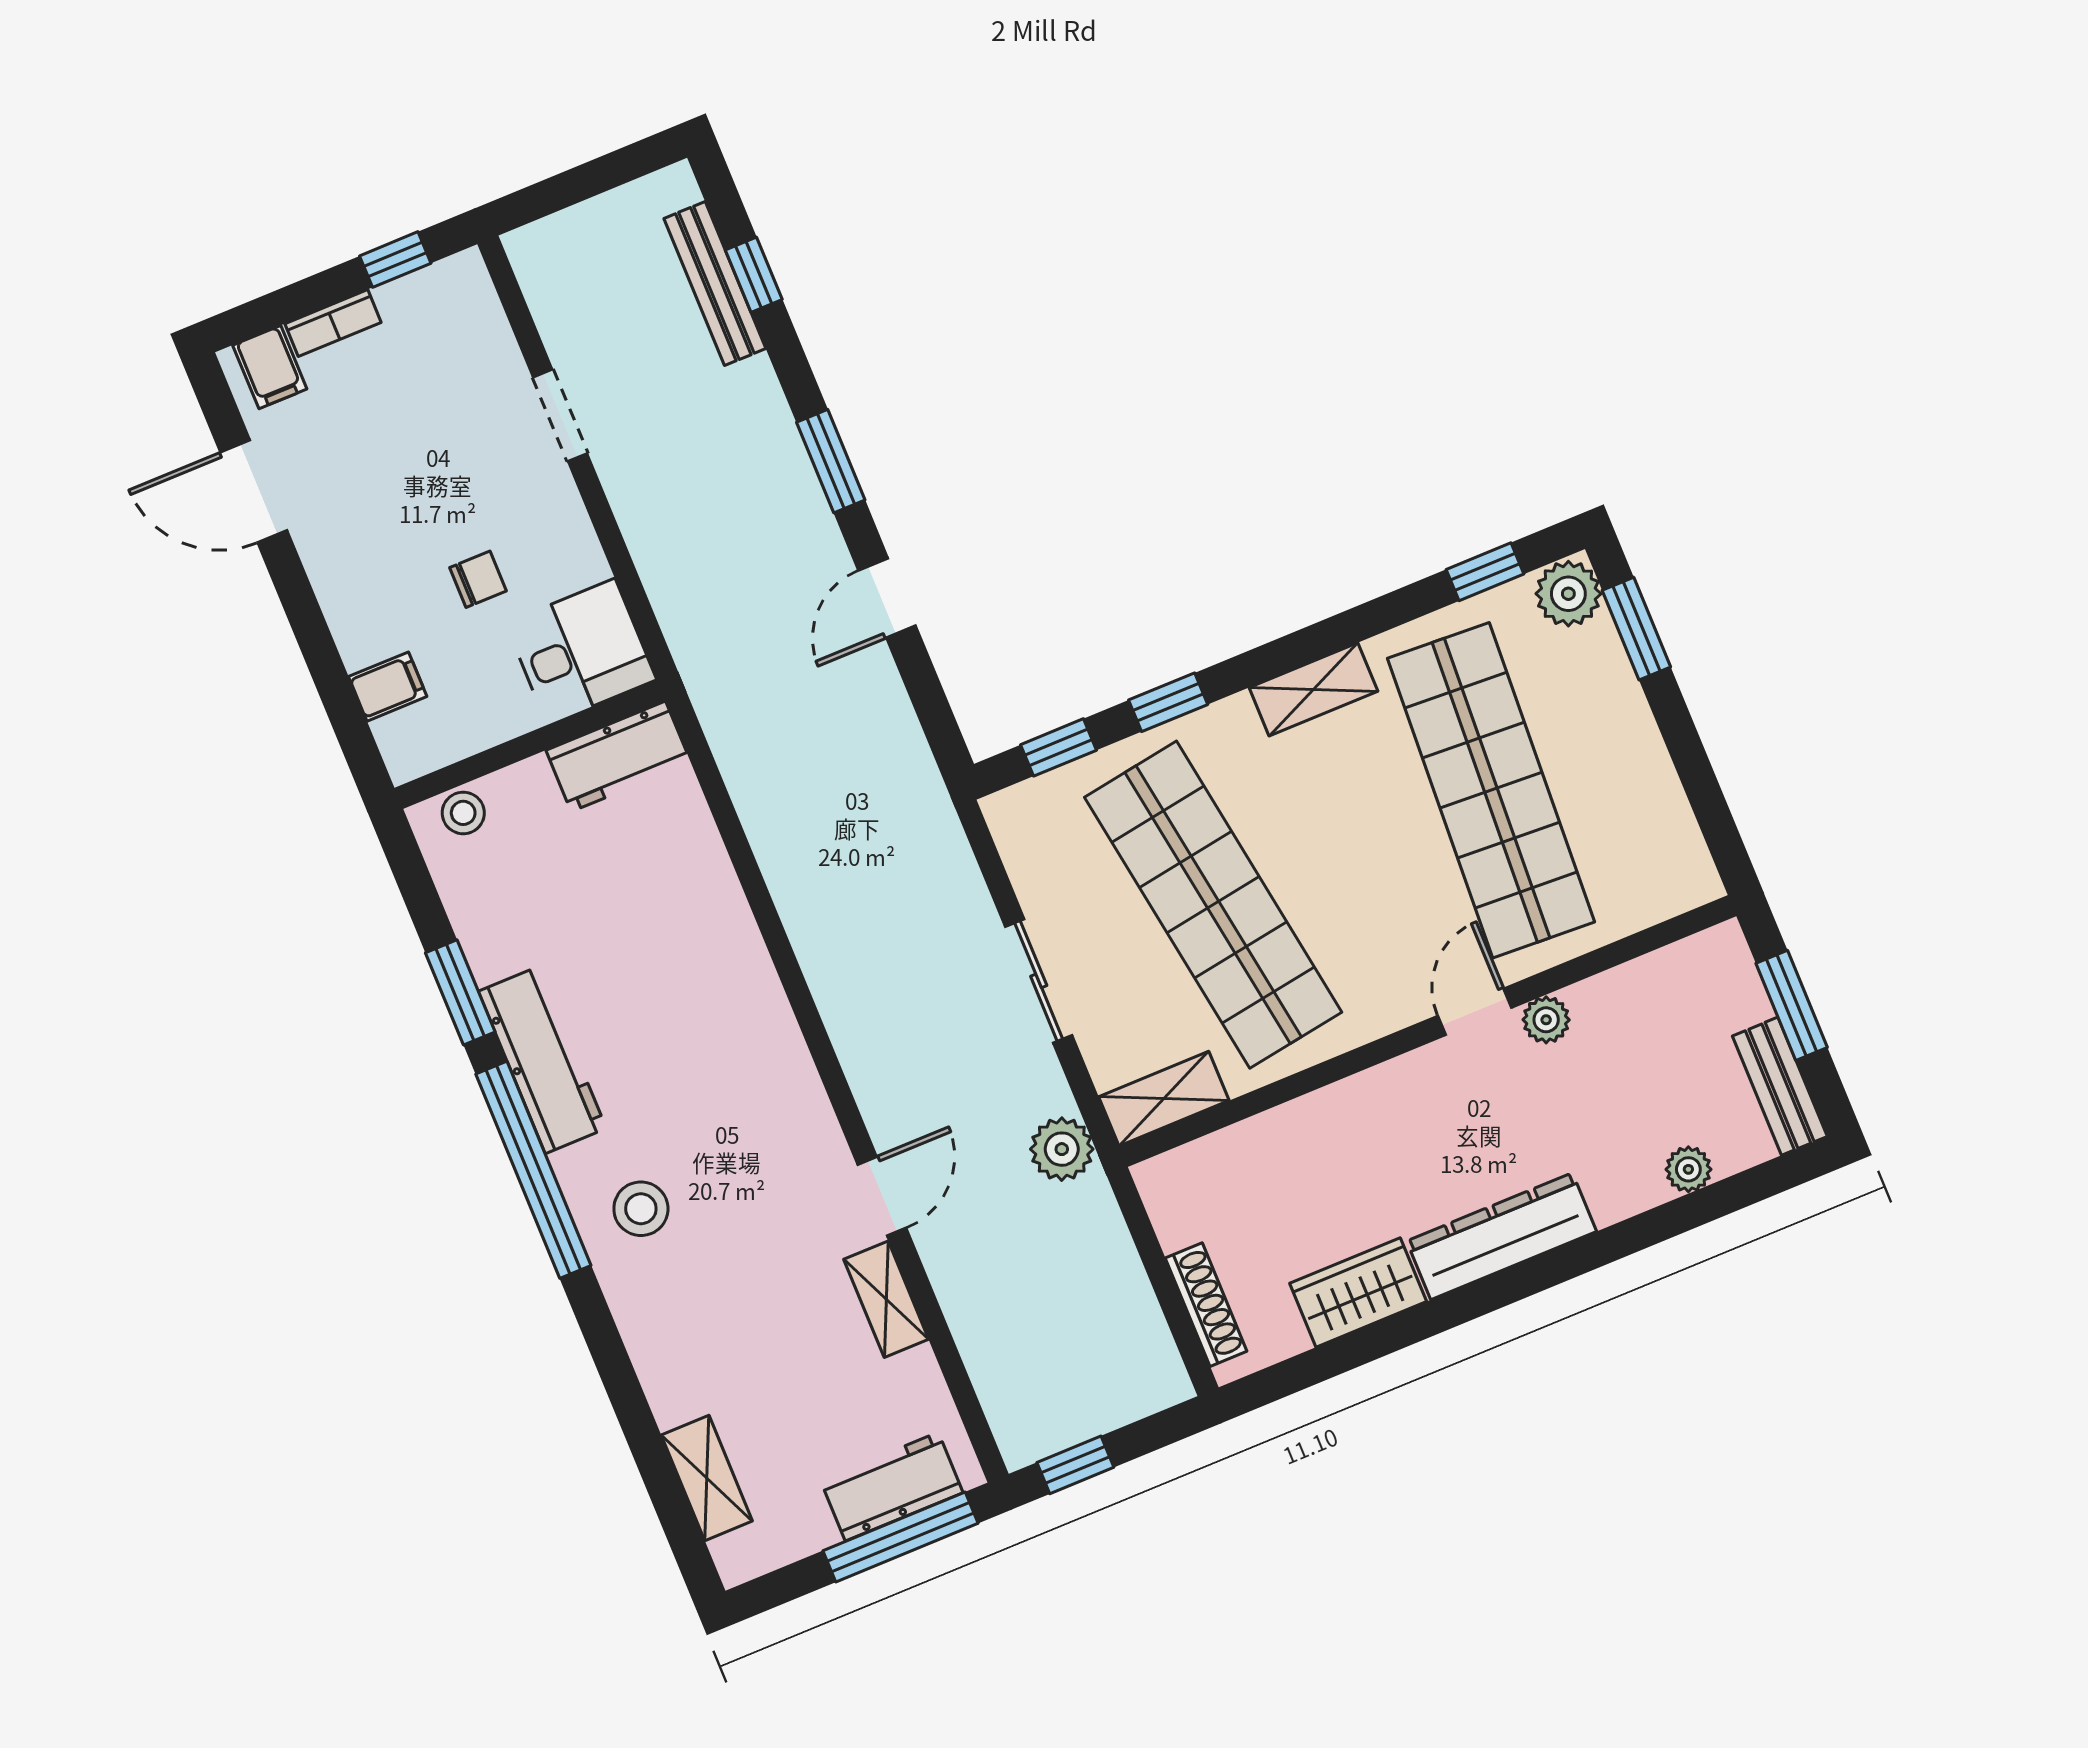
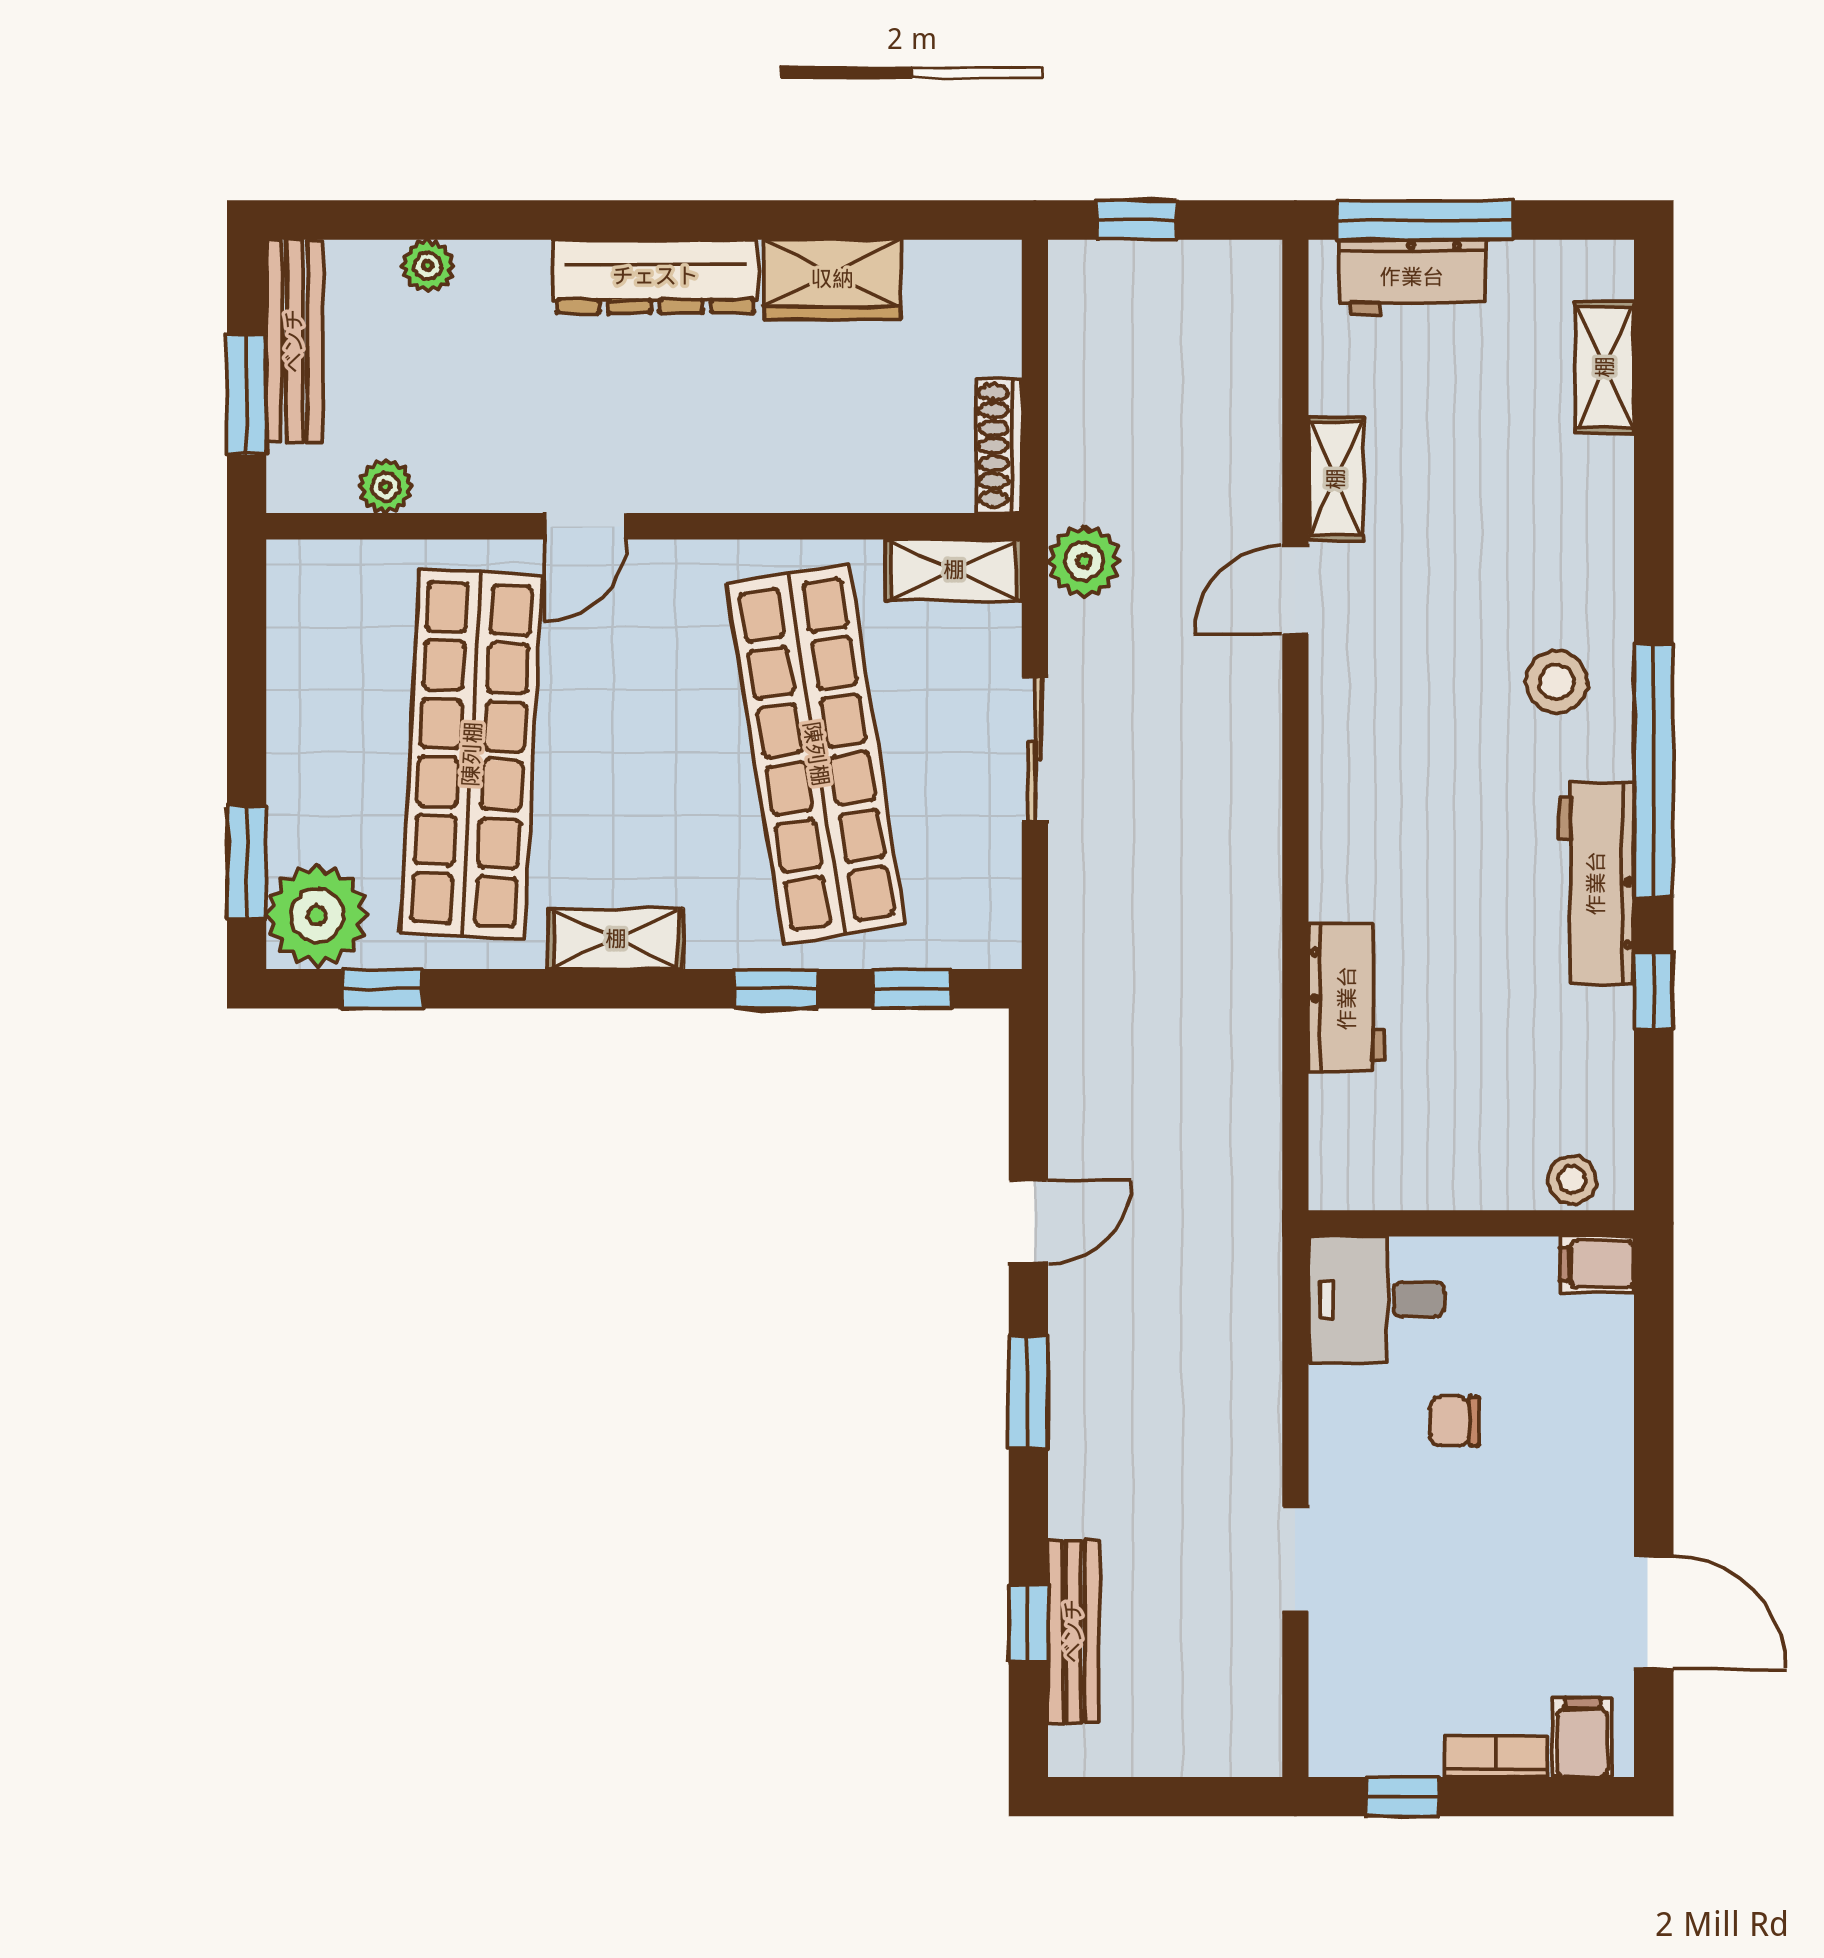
plant: (1568, 594) -> (317, 915), width x1.36, depth x1.36
filing cabinet: (388, 687) -> (1597, 1264), moved
workbench: (618, 756) -> (1347, 998), moved, turned 90
window: (460, 992) -> (1654, 991), width x0.67
plant: (1546, 1020) -> (385, 486), moved
bench: (1780, 1086) -> (294, 341), width x1.36
shoe rack: (1206, 1305) -> (999, 446), moved
window: (1075, 1465) -> (1137, 220), moved

